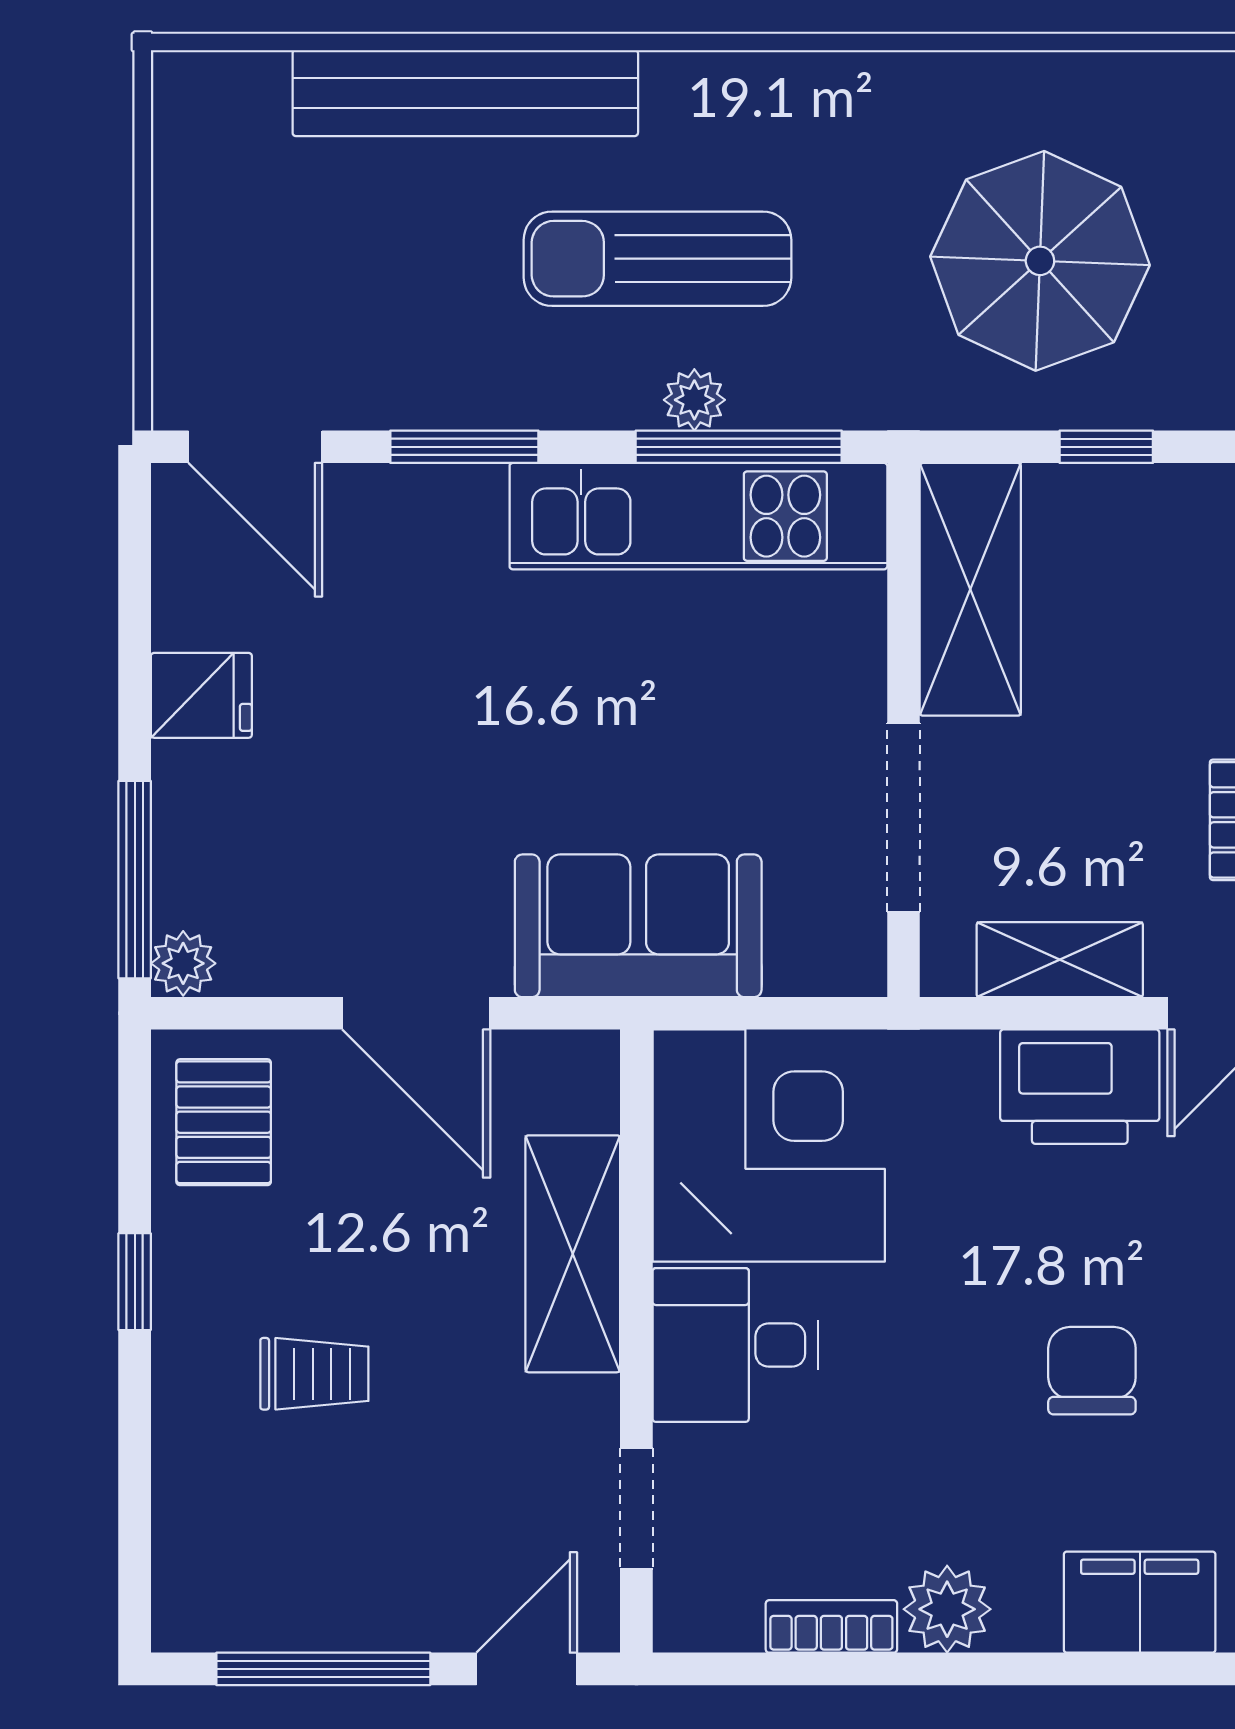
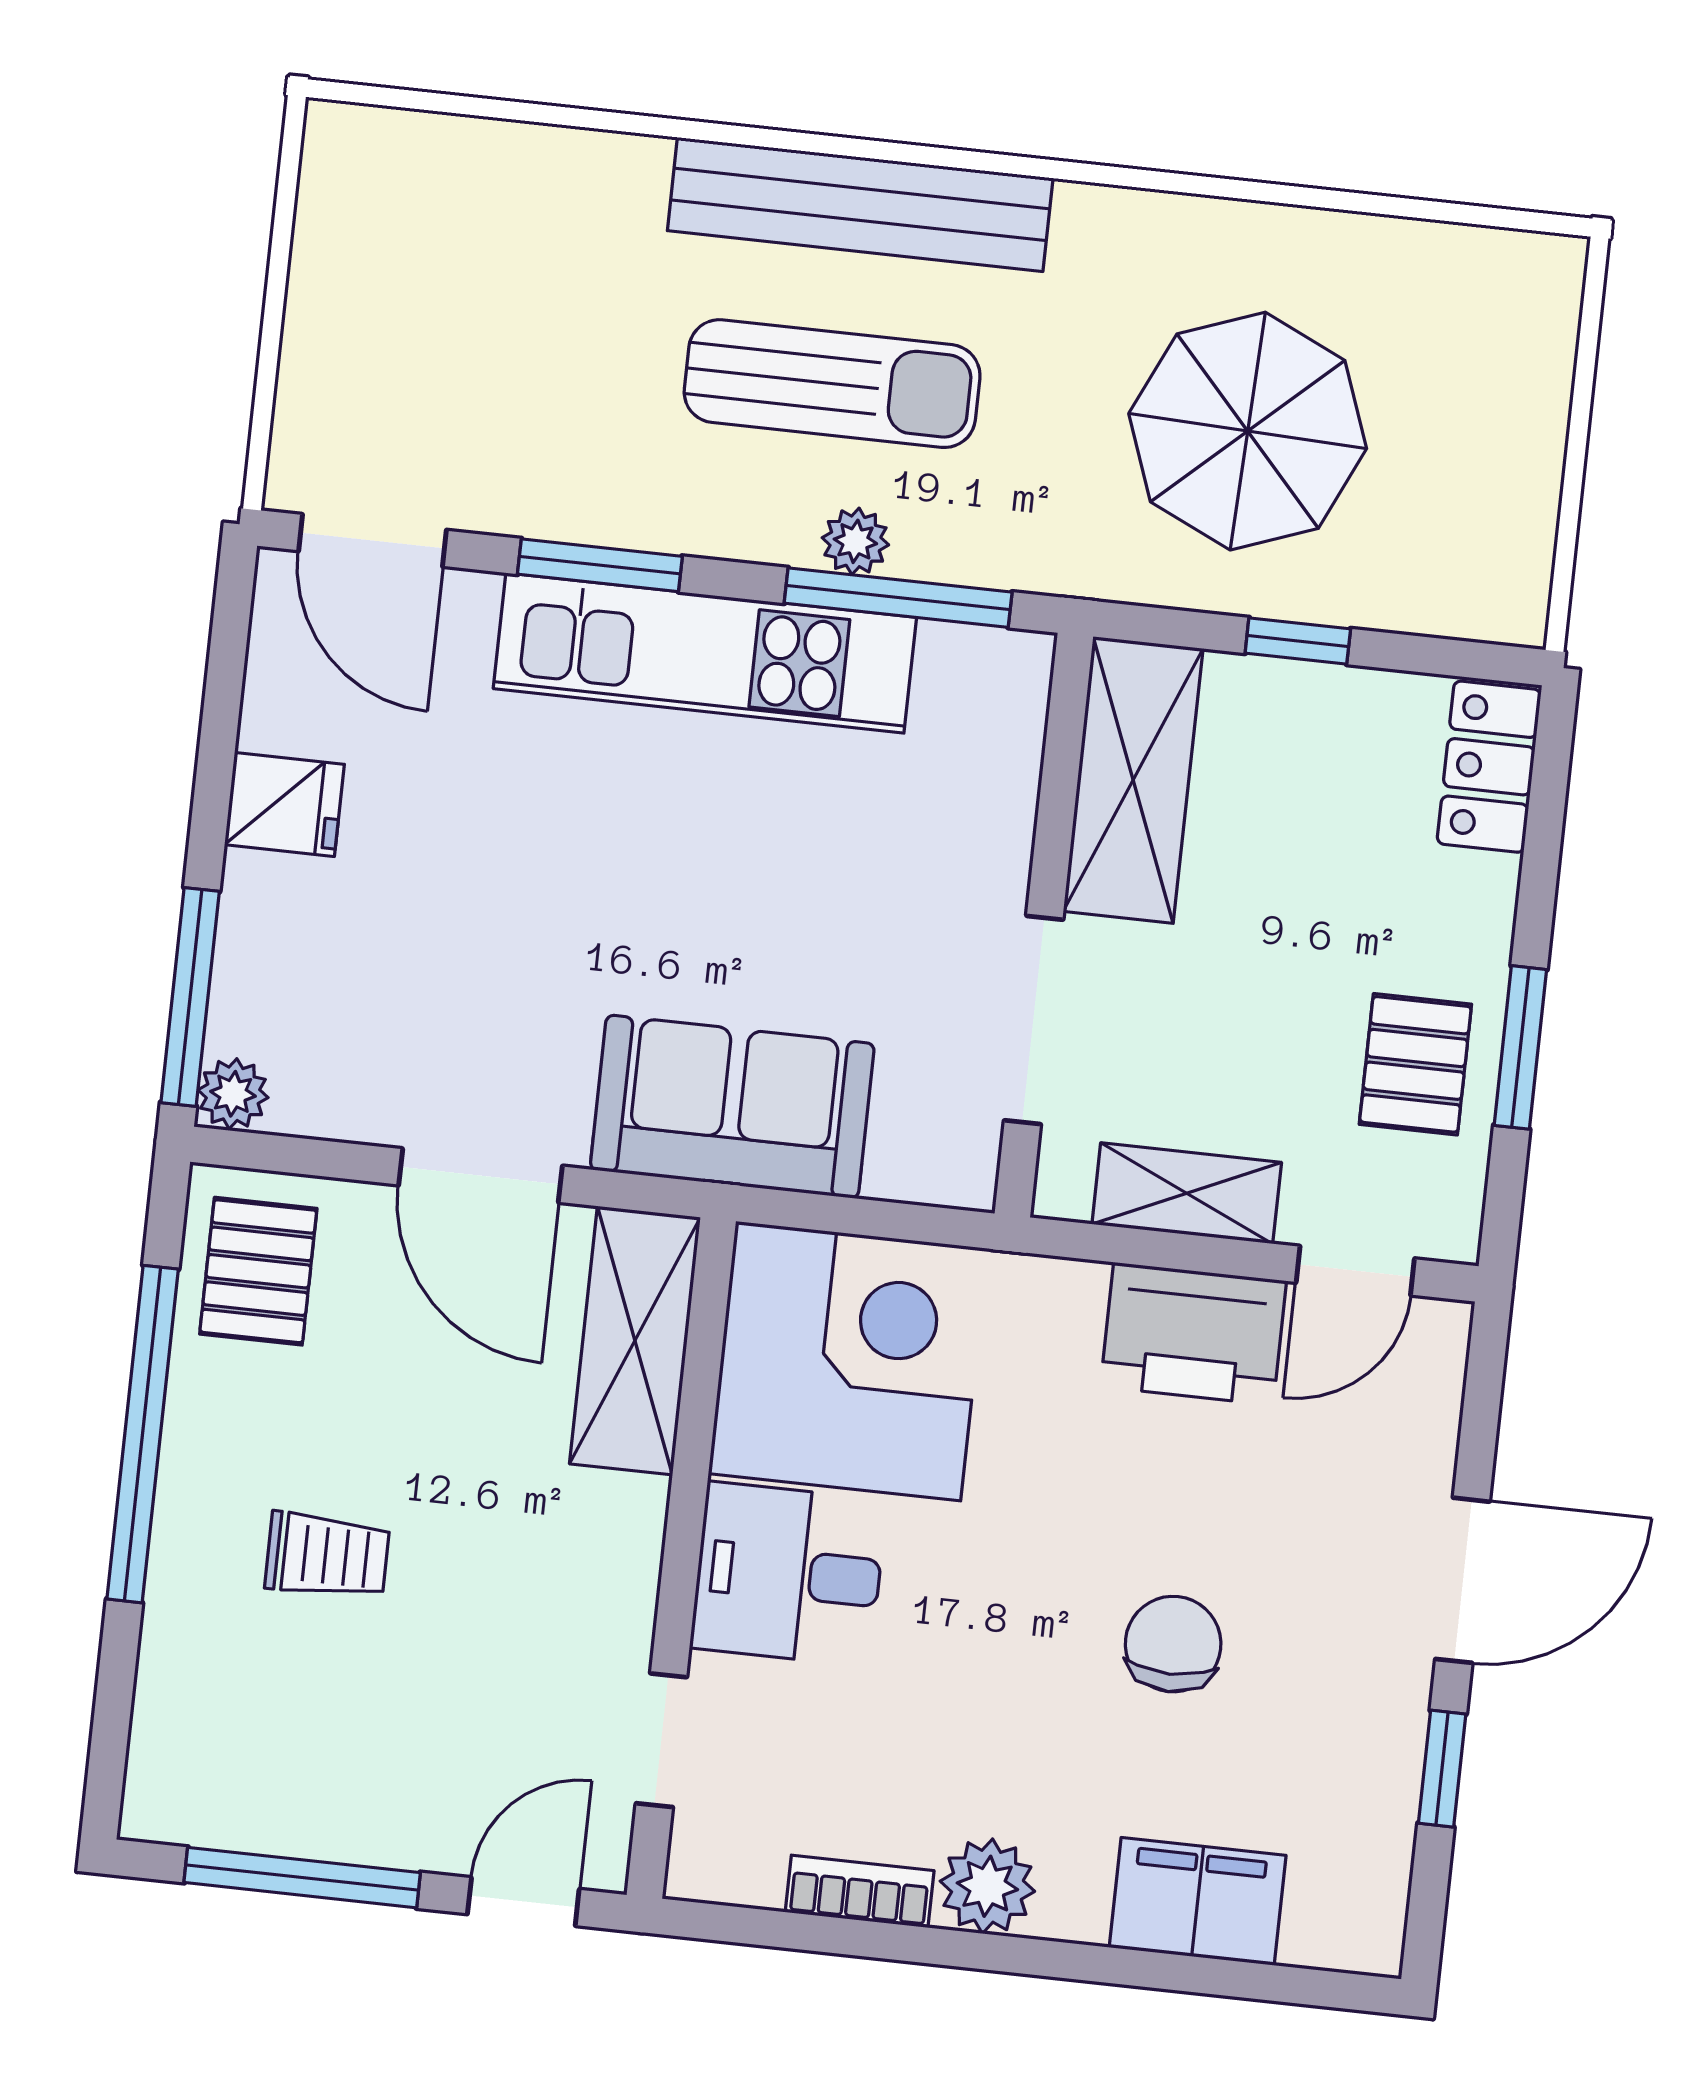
bench: (465, 93) -> (860, 204), moved
sun lounger: (657, 259) -> (832, 384), turned 180
kitchen unit: (698, 516) -> (705, 653), moved
shelving: (573, 1254) -> (635, 1341), moved
window: (135, 1282) -> (143, 1434), width x3.17

